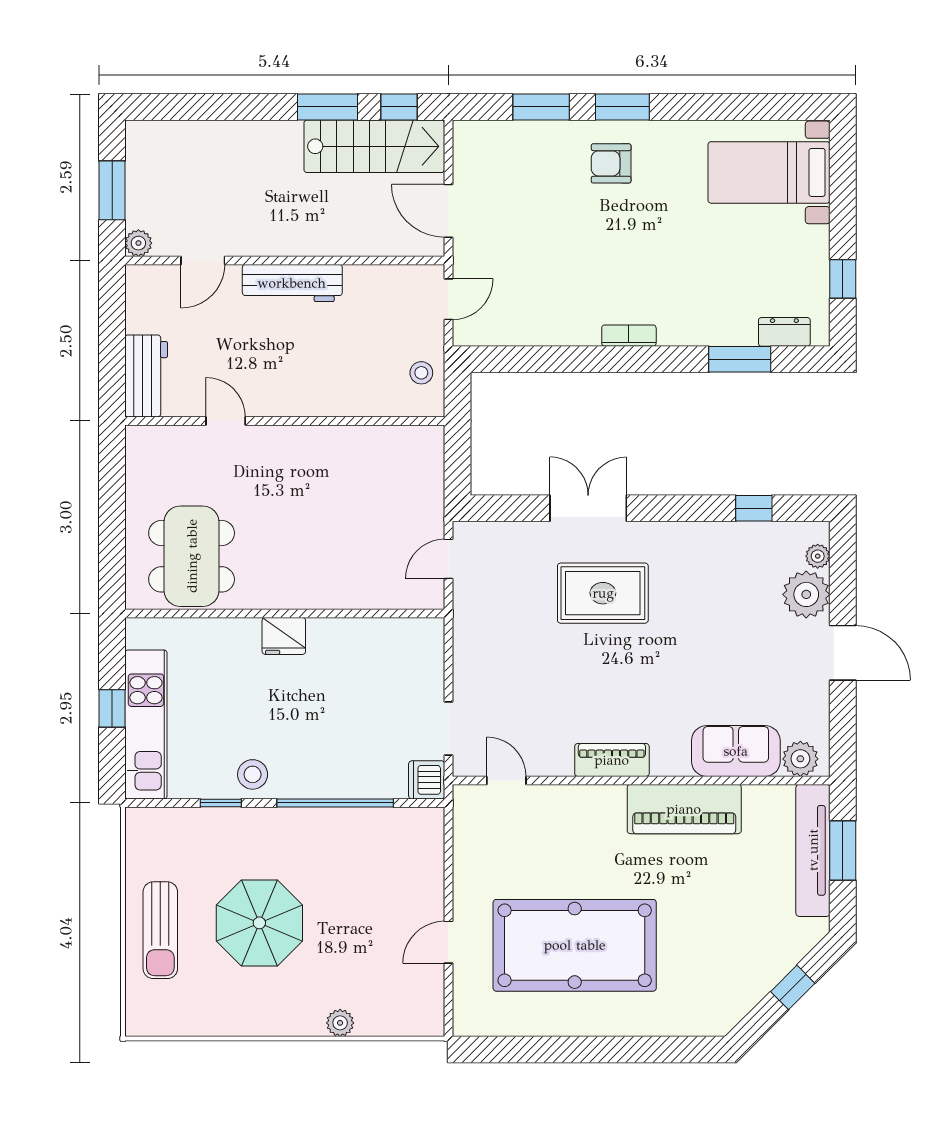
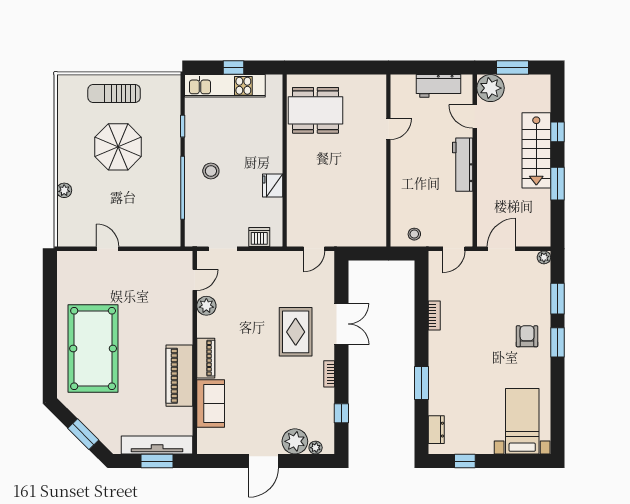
window: (399, 107) -> (557, 132), moved
plant: (465, 132) -> (544, 257), added
stairs: (374, 146) -> (536, 150), moved
plant: (138, 243) -> (490, 88), width x1.88, depth x1.88
door: (448, 299) -> (454, 249), hinge flipped
bookcase: (629, 336) -> (434, 315), moved
window: (740, 359) -> (422, 383), moved
workbench: (146, 376) -> (439, 86), moved
bookcase: (681, 531) -> (329, 374), added
door: (448, 559) -> (314, 249), swing flipped
fridge: (284, 636) -> (273, 186), moved
plant: (800, 759) -> (206, 306), moved
piano: (612, 760) -> (206, 358), moved
stool: (253, 774) -> (211, 171), moved
dishwasher: (427, 780) -> (259, 237), moved
pool table: (575, 945) -> (93, 349), moved
window: (793, 987) -> (83, 434), width x1.50

